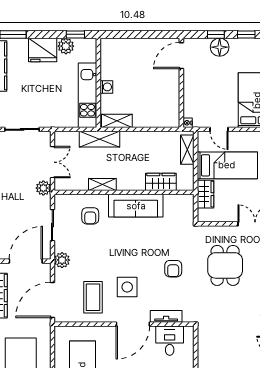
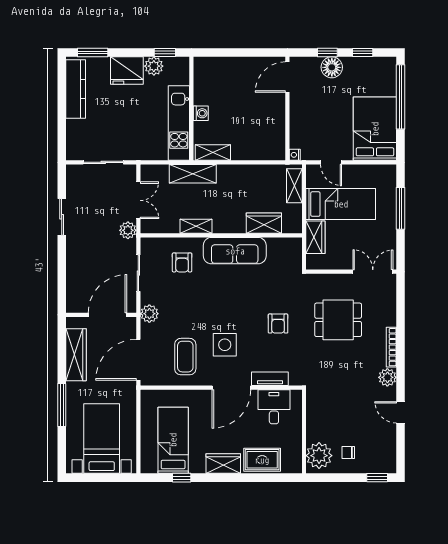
dining table: (225, 265) -> (338, 320), turned 90

